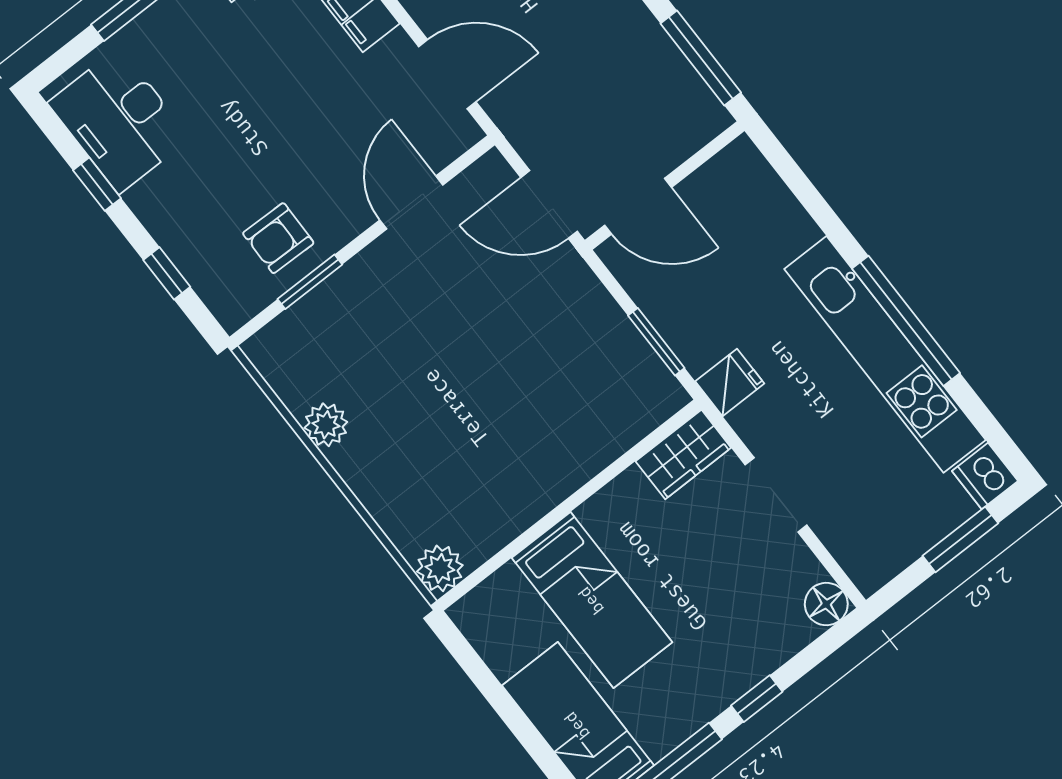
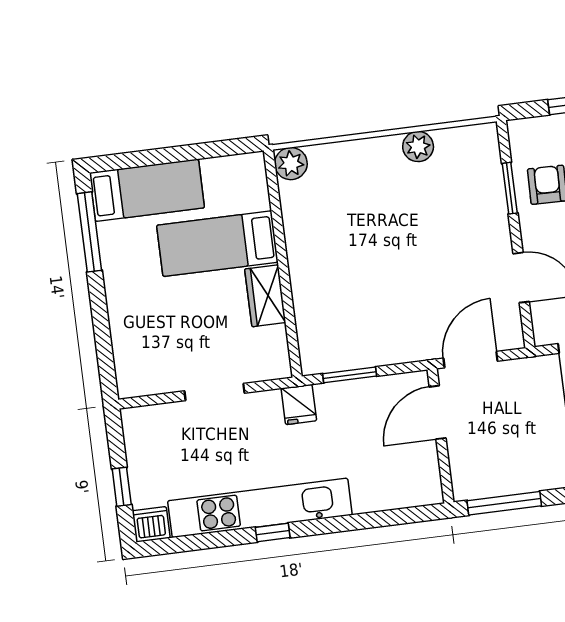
window: (906, 321) -> (273, 533), width x0.32
wardrobe: (683, 454) -> (265, 296), moved
window: (960, 540) -> (122, 487), width x0.67
floor lamp: (826, 604) -> (131, 383), removed
window: (757, 699) -> (99, 307), removed

